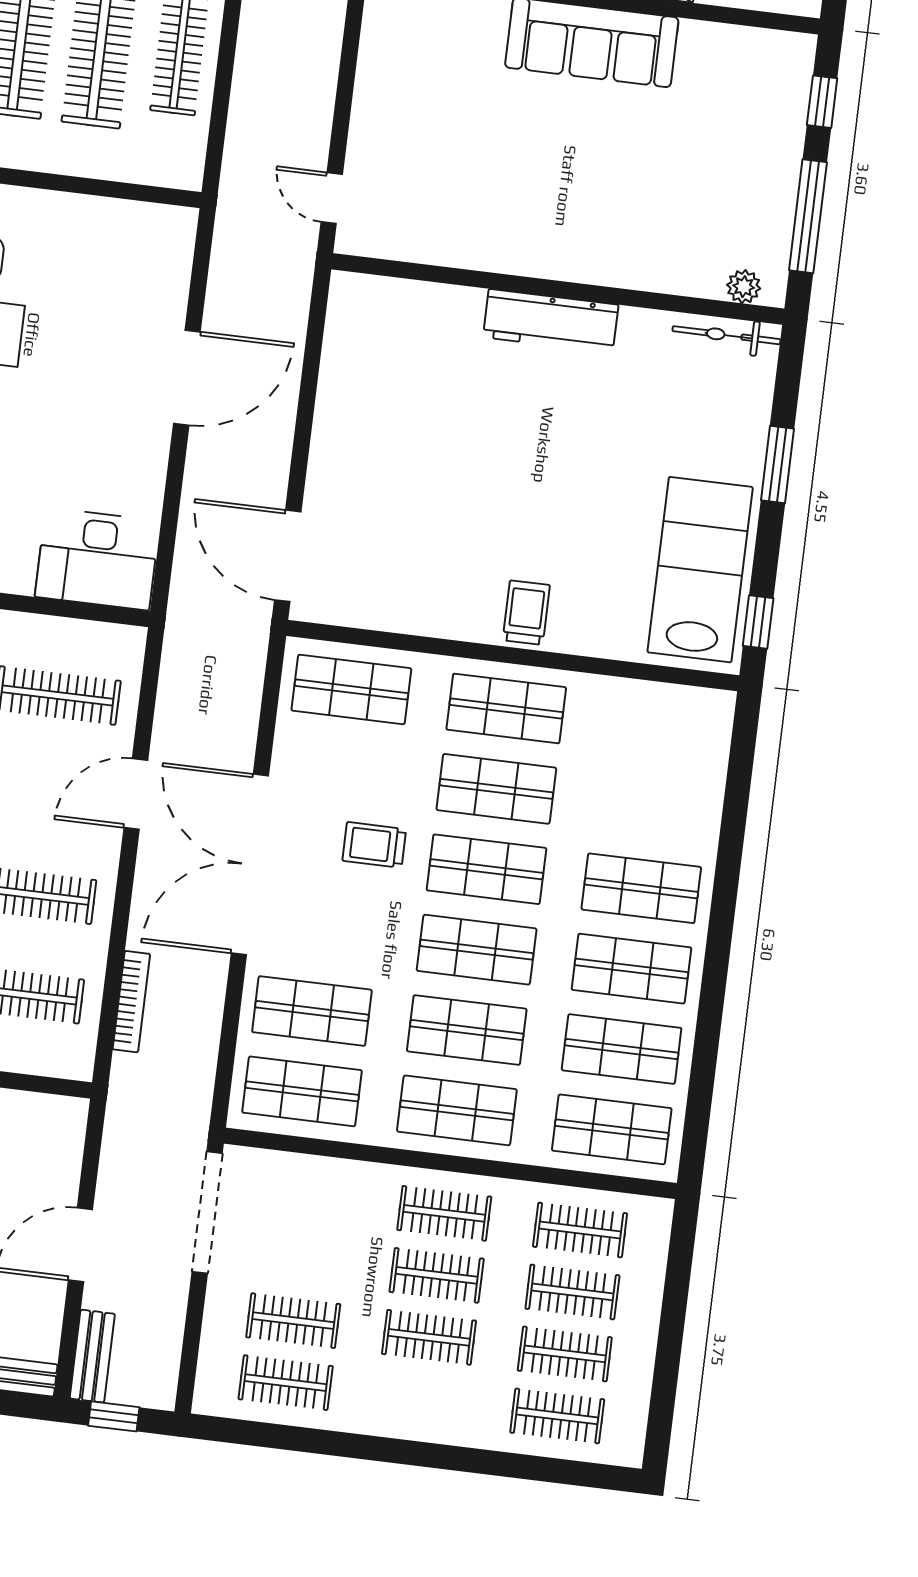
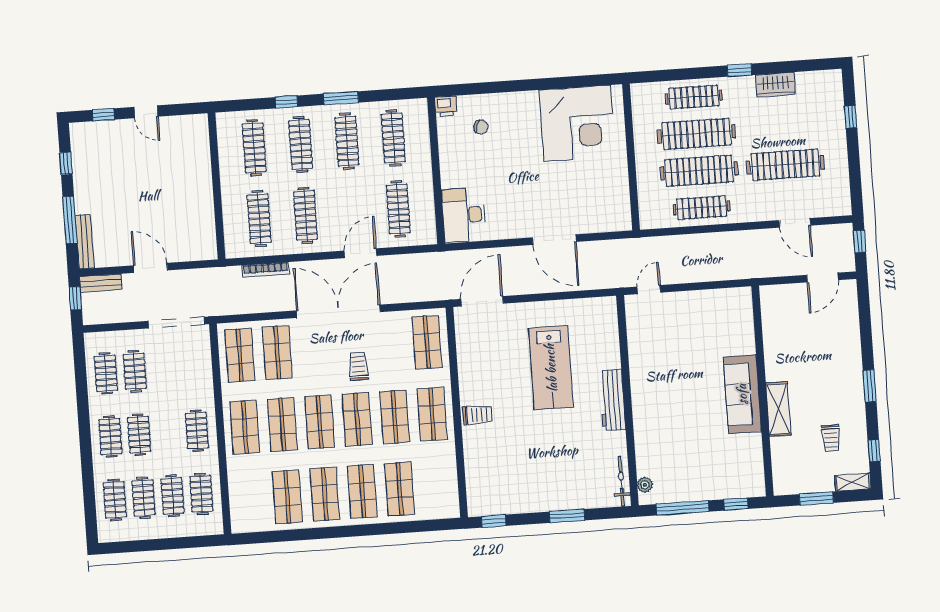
lab bench: (700, 570) -> (551, 368), moved, turned 90
door: (136, 794) -> (360, 253), hinge flipped
shop shelf: (612, 1129) -> (400, 489), moved
clothes rail: (437, 1275) -> (110, 437), moved

